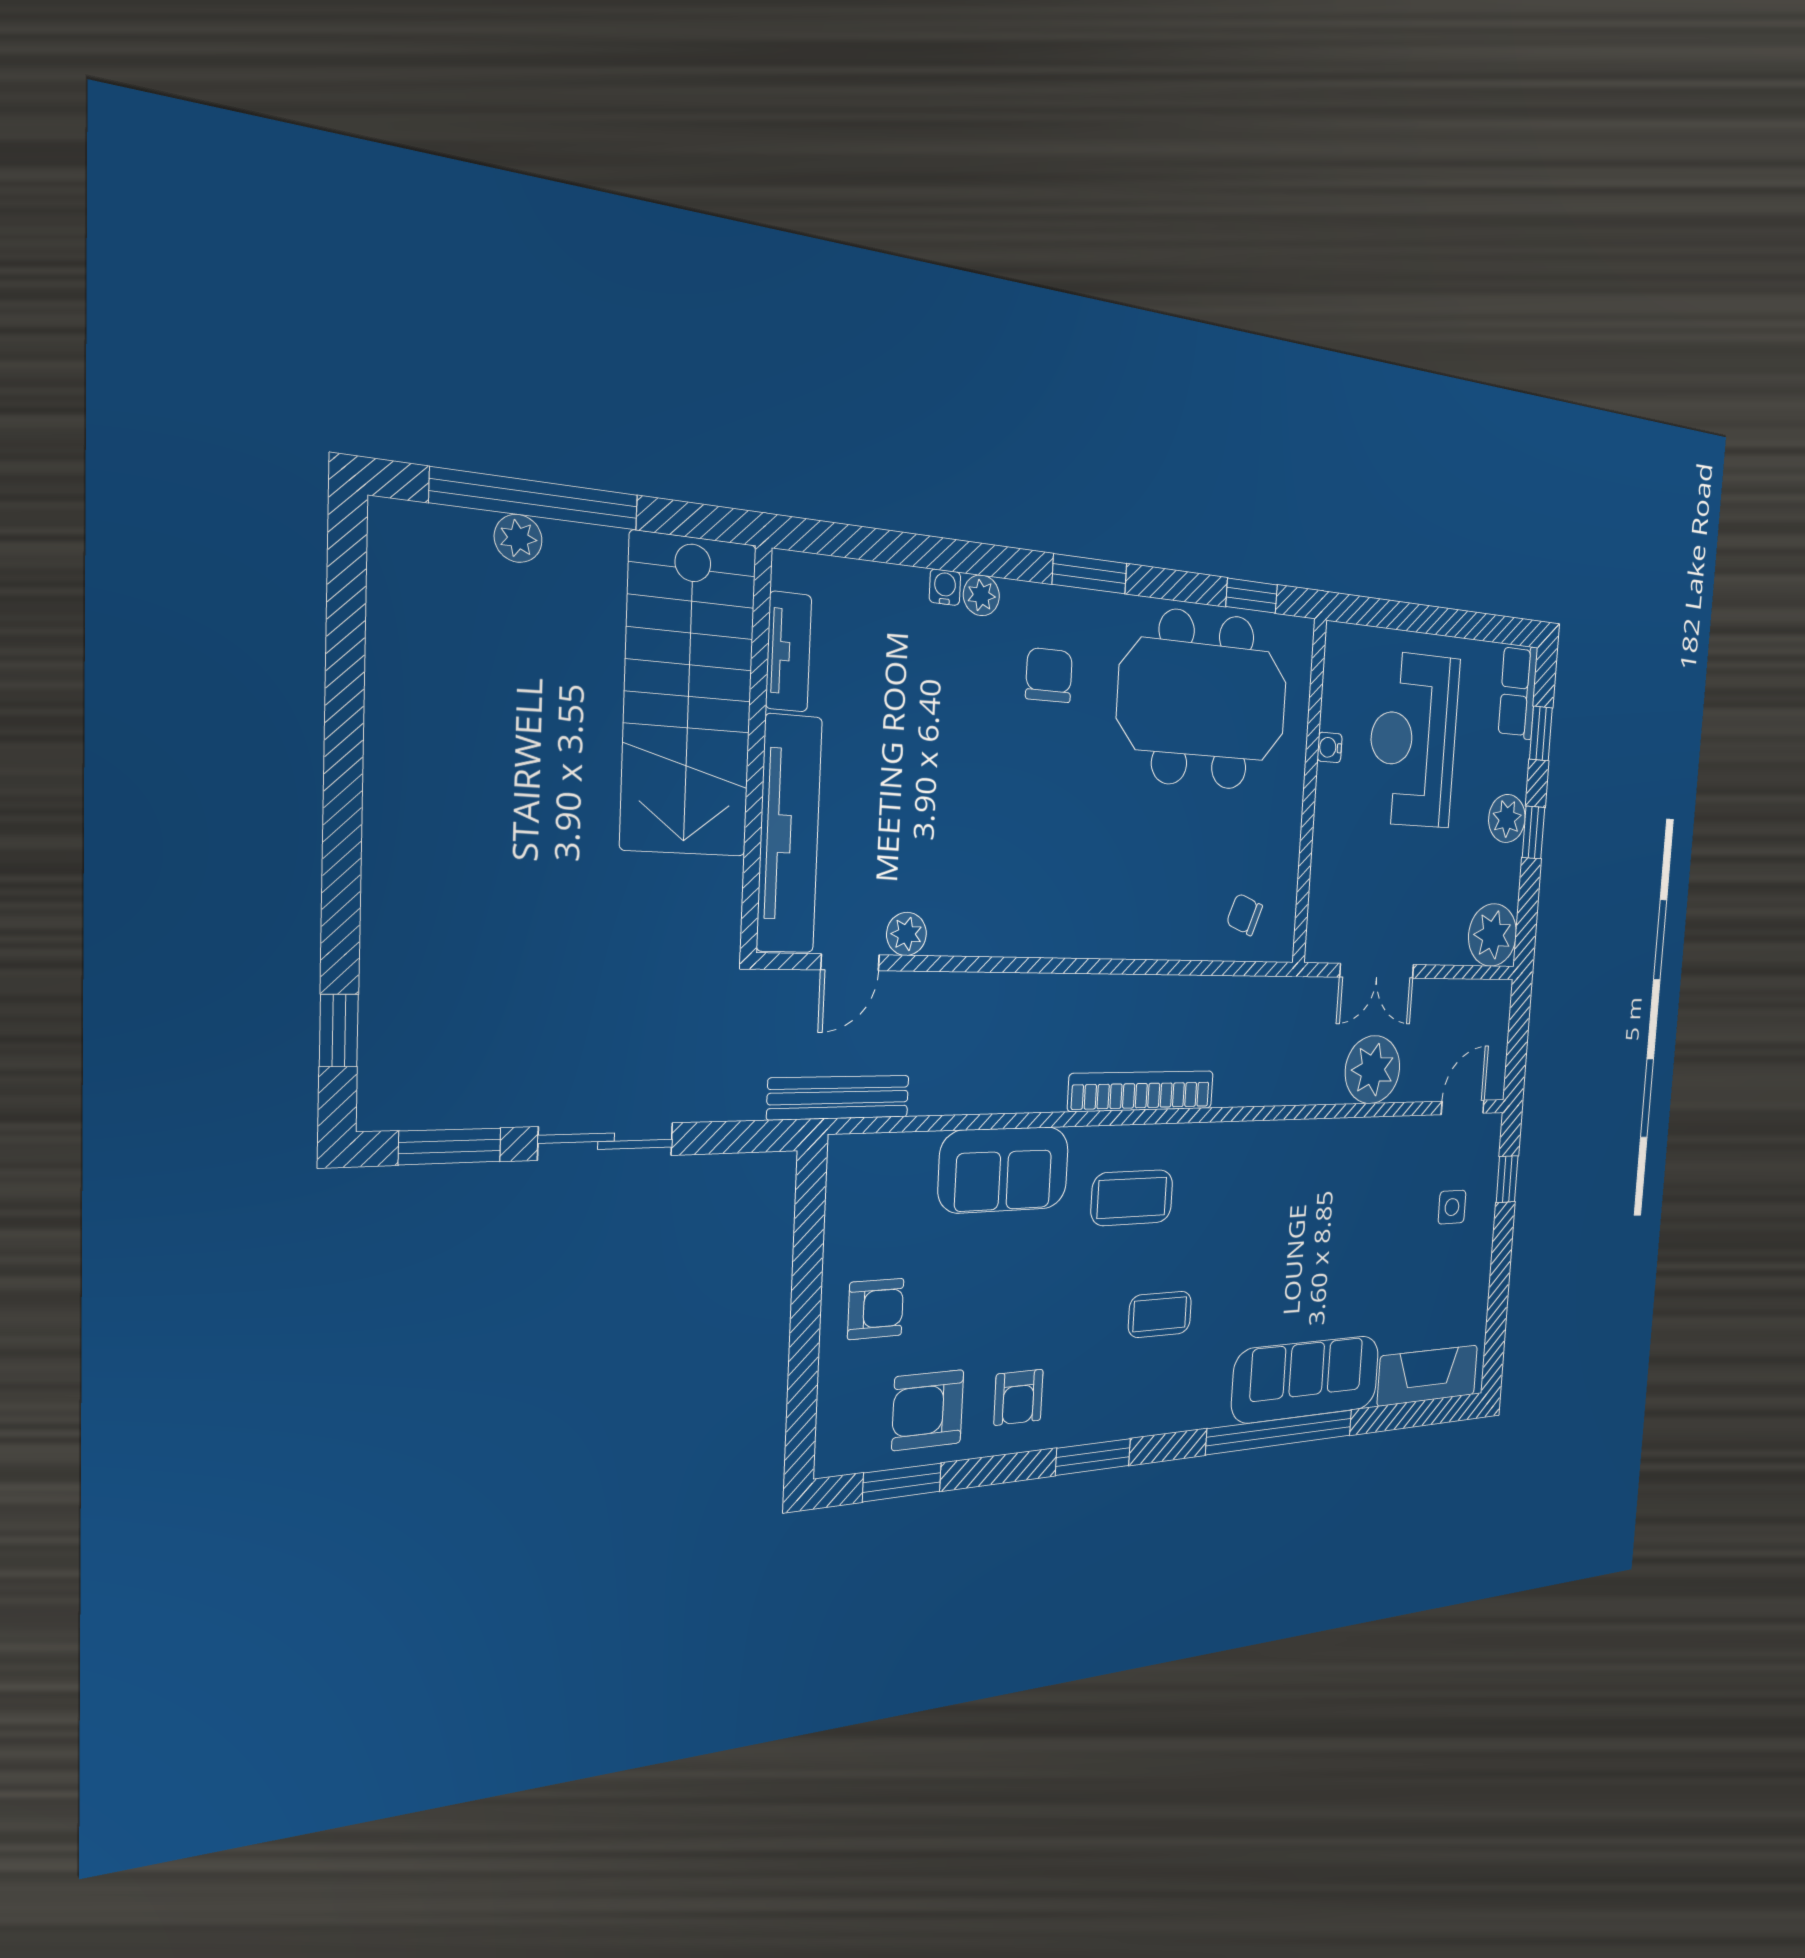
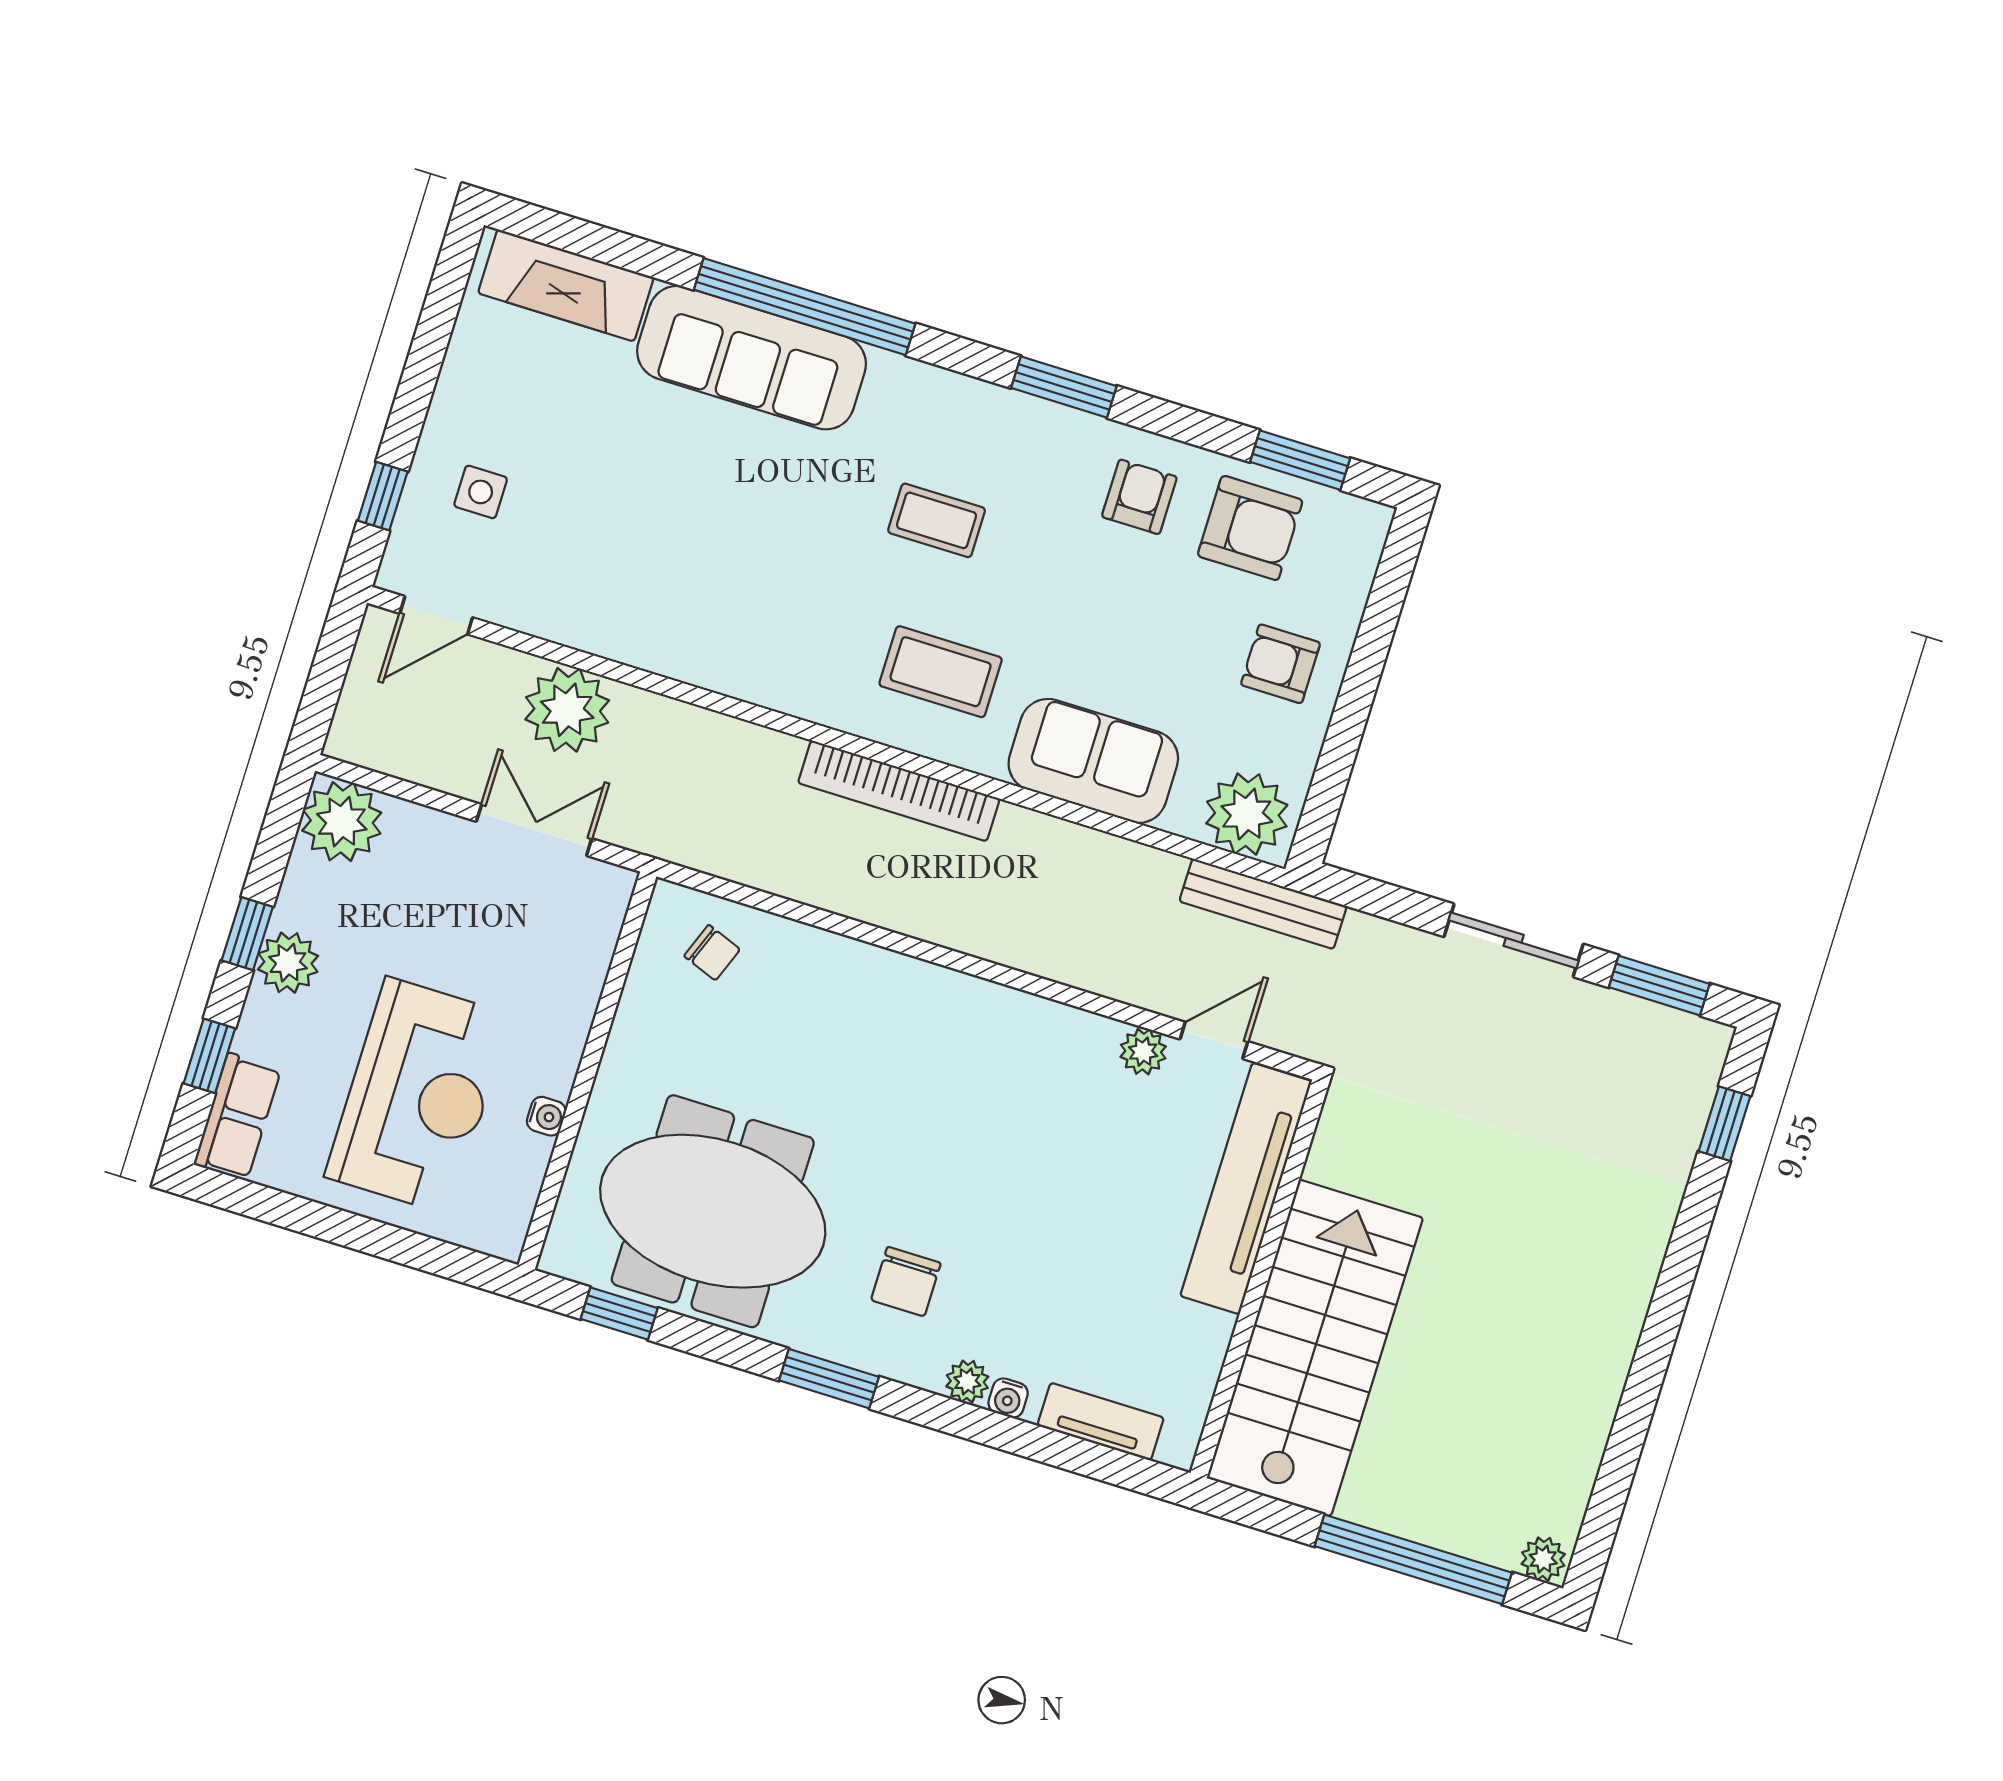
plant: (518, 538) -> (1543, 1559), moved
tv unit: (789, 652) -> (1101, 1422), moved, turned 90
plant: (872, 1171) -> (1247, 814), added

